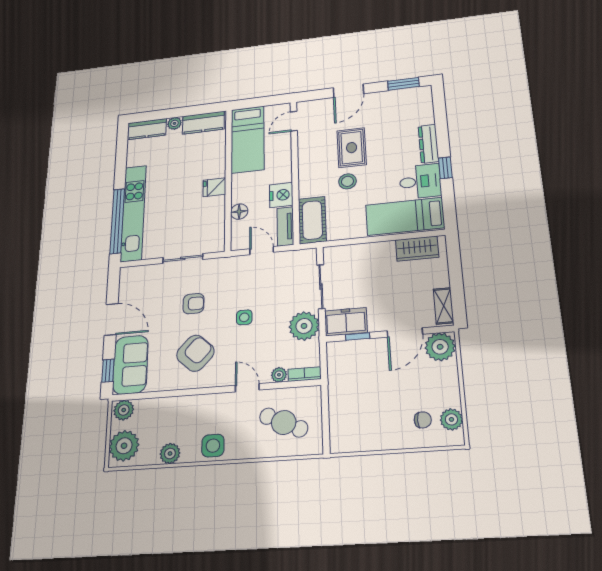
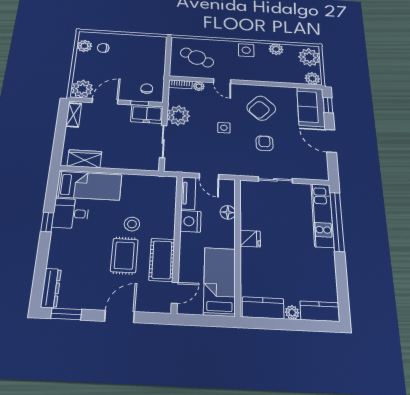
dresser: (428, 144) -> (51, 288), moved
kitchen unit: (133, 213) -> (322, 215), width x0.73
cot: (312, 220) -> (162, 260), moved
armchair: (193, 304) -> (264, 143), turned 90
chair: (350, 360) -> (147, 89), added

